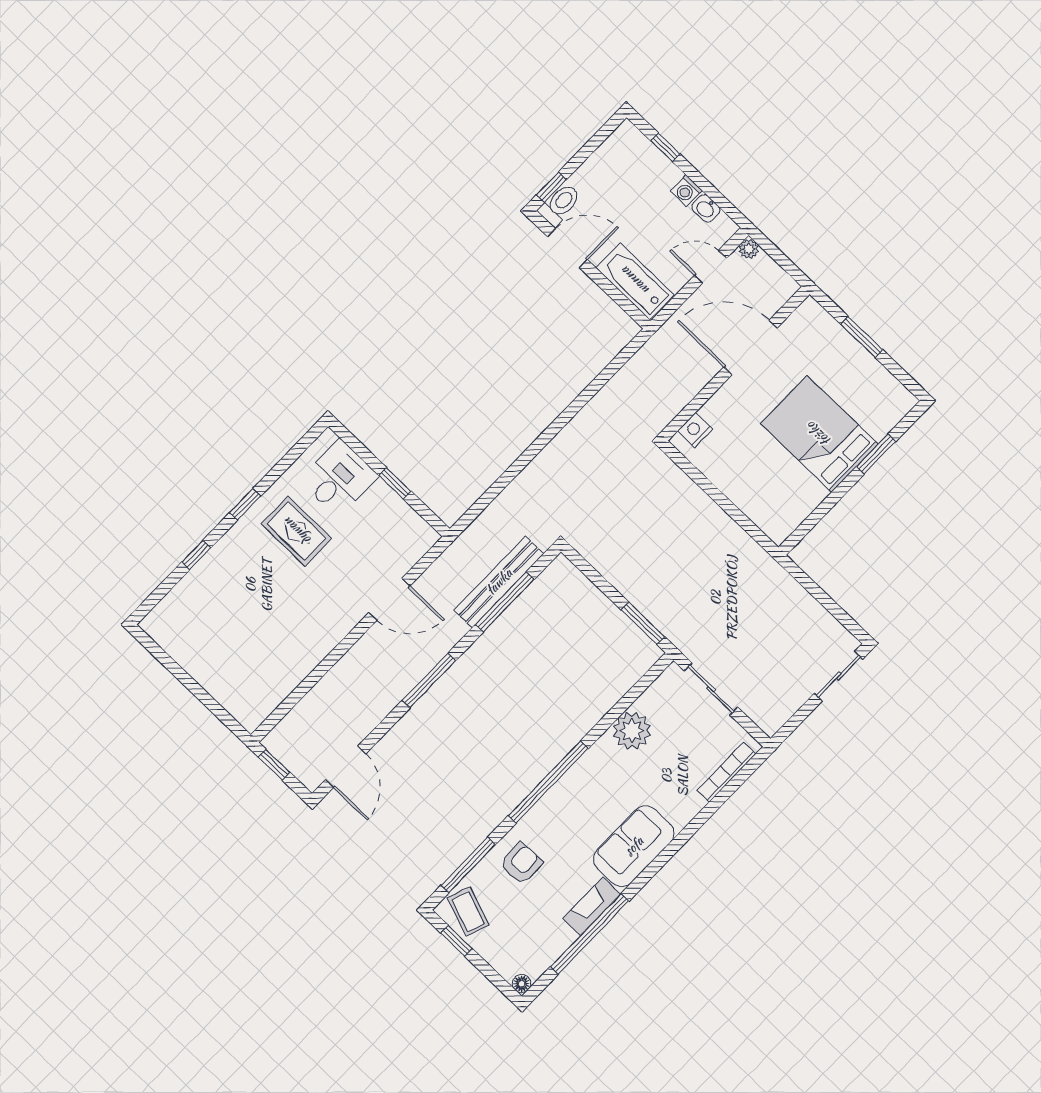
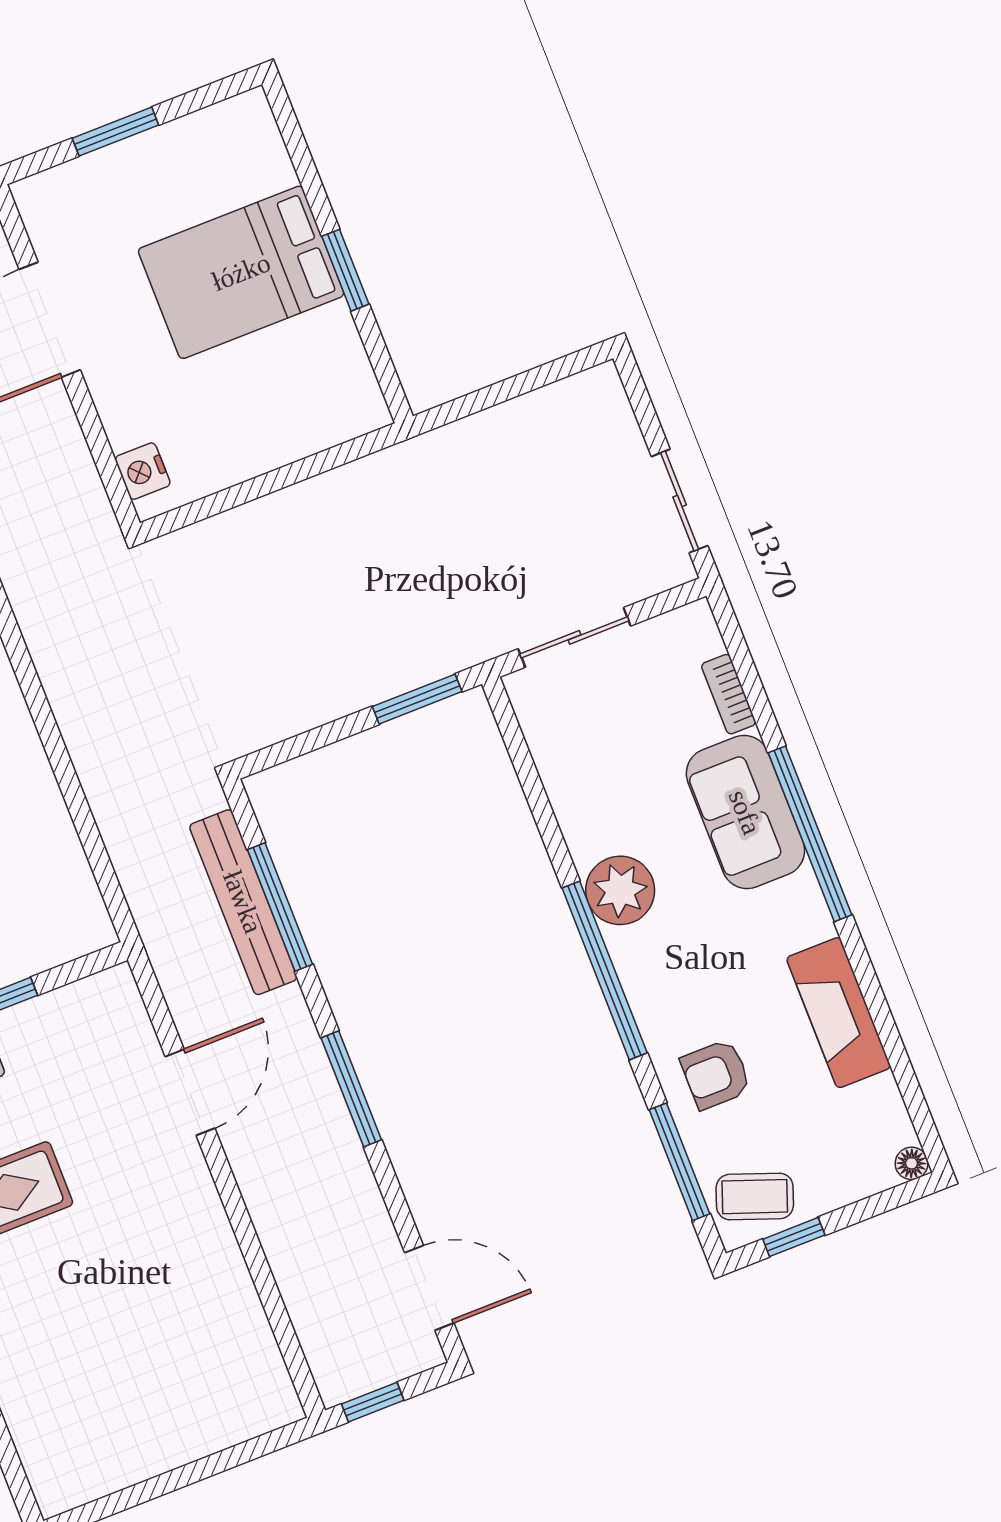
window: (876, 454) -> (345, 270), moved
sliding door: (839, 676) -> (680, 501), moved
plant: (632, 731) -> (620, 890), moved
bookcase: (726, 772) -> (729, 694), width x0.64
sofa: (634, 846) -> (745, 812), moved
armchair: (521, 863) -> (716, 1074), turned -88
fireplace: (592, 906) -> (839, 1013), width x1.37, depth x1.32
window: (590, 934) -> (810, 834), moved

